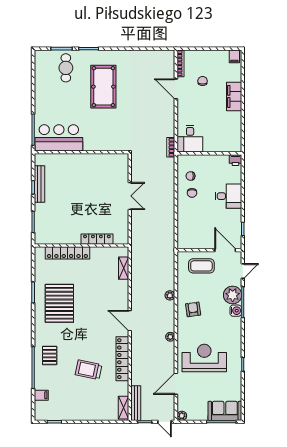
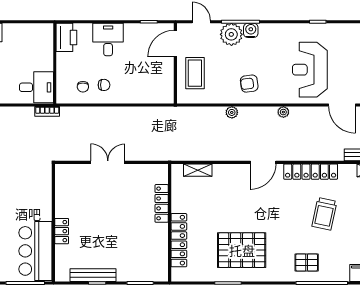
locker: (75, 159) -> (62, 231), added
printer: (235, 160) -> (66, 37), width x1.87, depth x1.48

